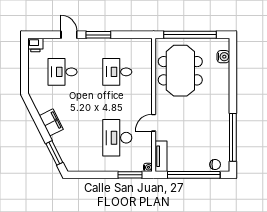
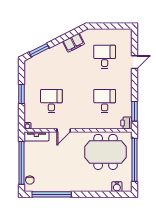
window: (98, 35) -> (135, 111), moved
printer: (35, 45) -> (126, 123), moved
filing cabinet: (51, 122) -> (74, 43), moved
door: (154, 123) -> (64, 130), swing flipped
desk: (117, 138) -> (51, 101), width x0.73
window: (130, 175) -> (21, 94), moved

